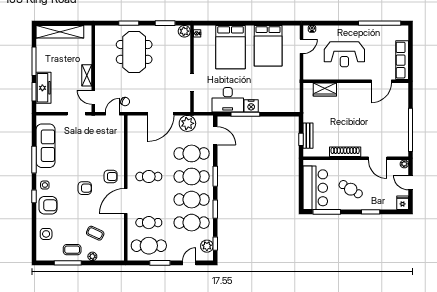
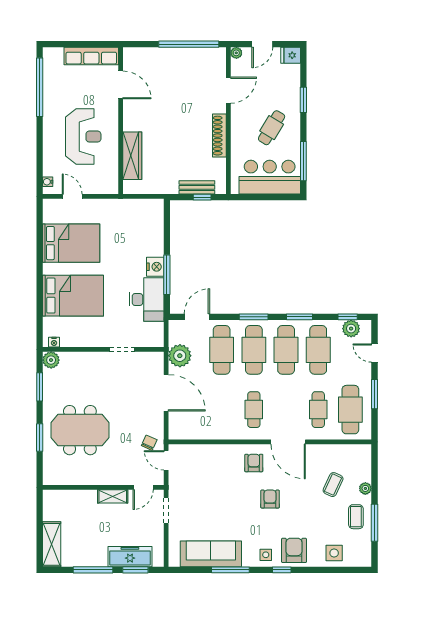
shelving: (60, 32) -> (52, 544), width x0.68
wardrobe: (325, 89) -> (132, 156), width x1.50

